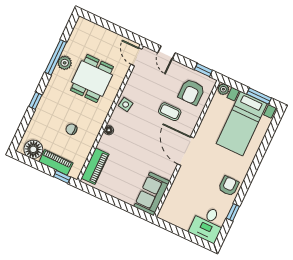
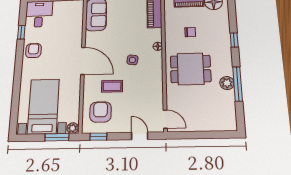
dining table: (92, 78) -> (191, 69), moved, turned 90
window: (259, 96) -> (57, 137), moved
side table: (126, 105) -> (132, 60), moved
armchair: (229, 186) -> (33, 51), turned 180

